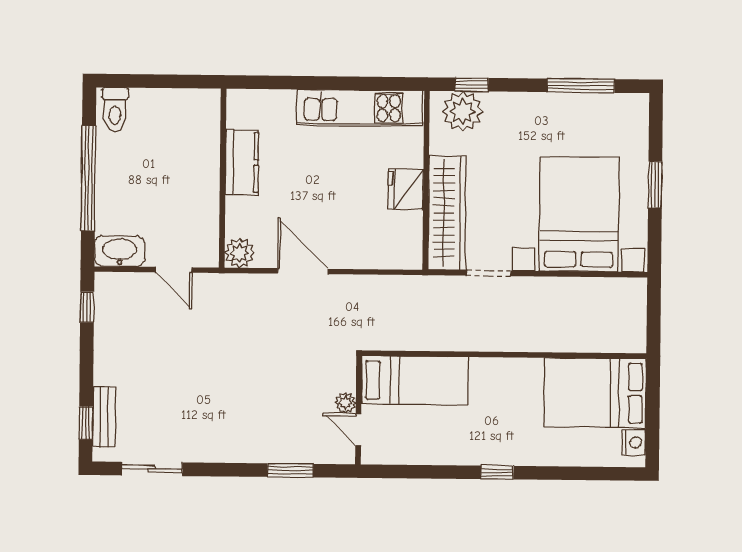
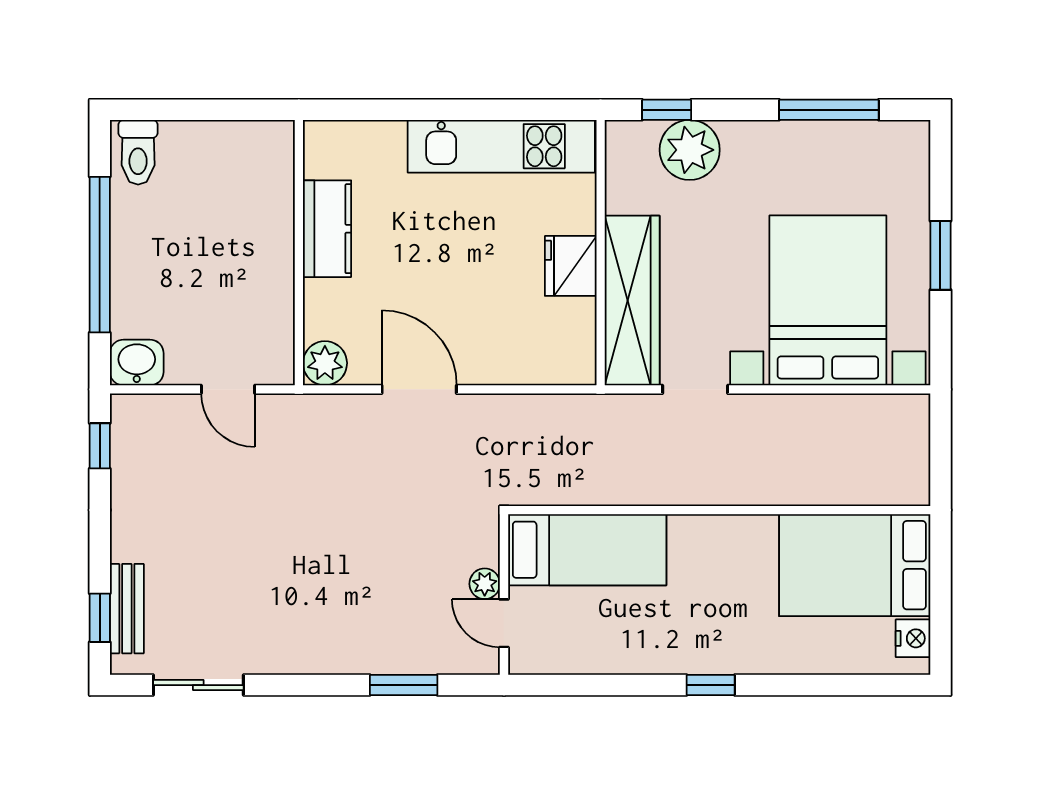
plant: (462, 111) -> (690, 150), moved
washbasin: (120, 251) -> (137, 363), width x0.72

